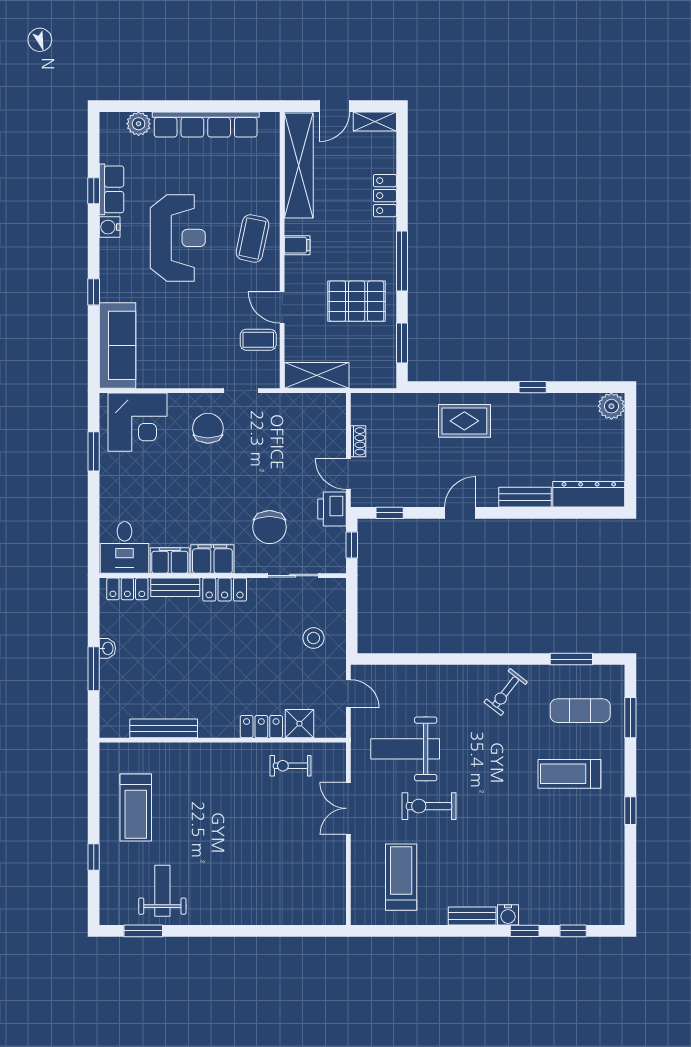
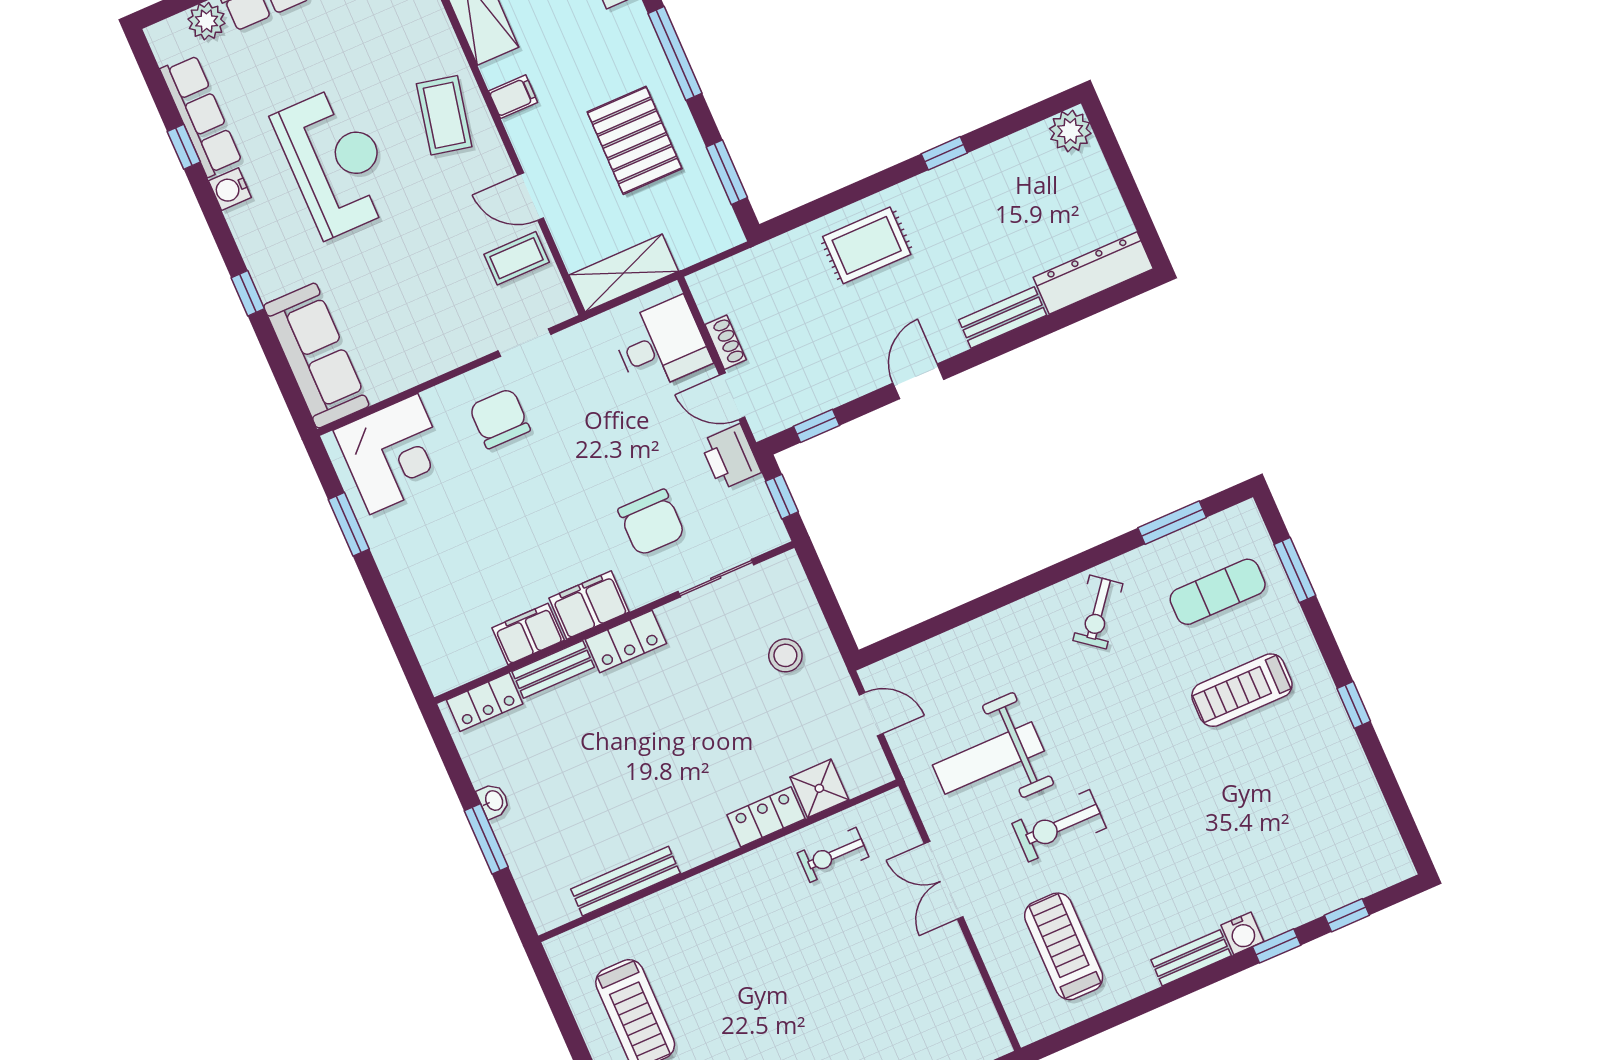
row of seats: (111, 189) -> (201, 116), width x1.48
pallet: (357, 301) -> (635, 140), turned 90
desk: (125, 547) -> (661, 345), moved, turned -90

